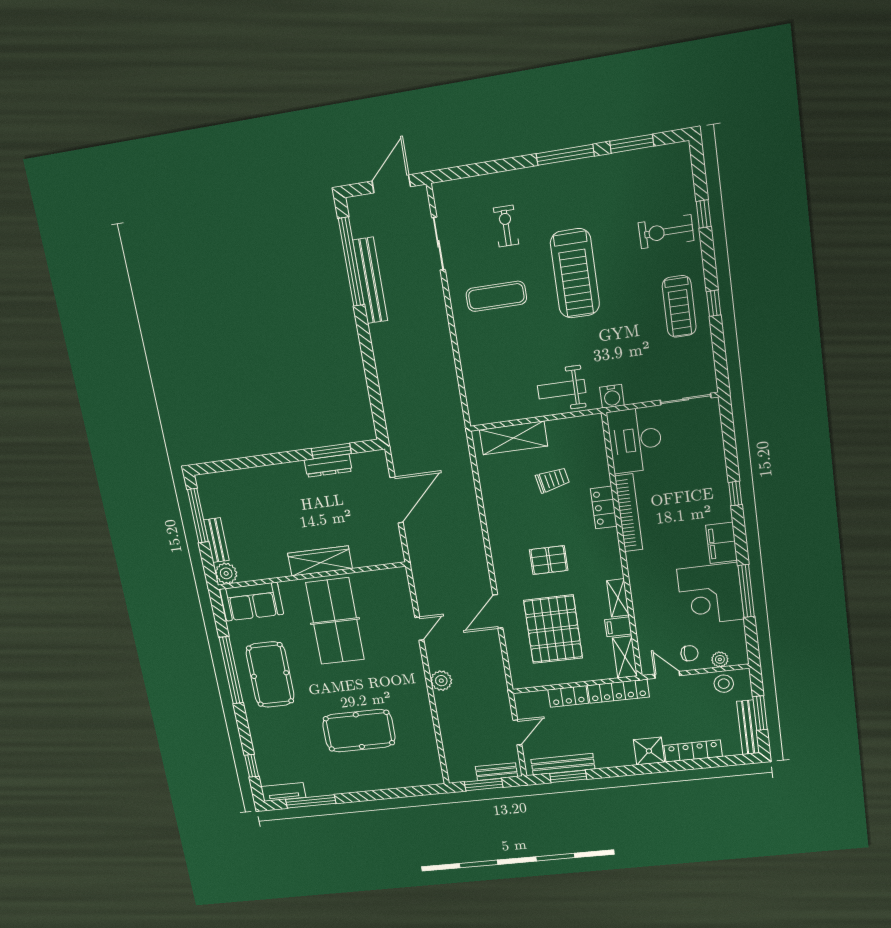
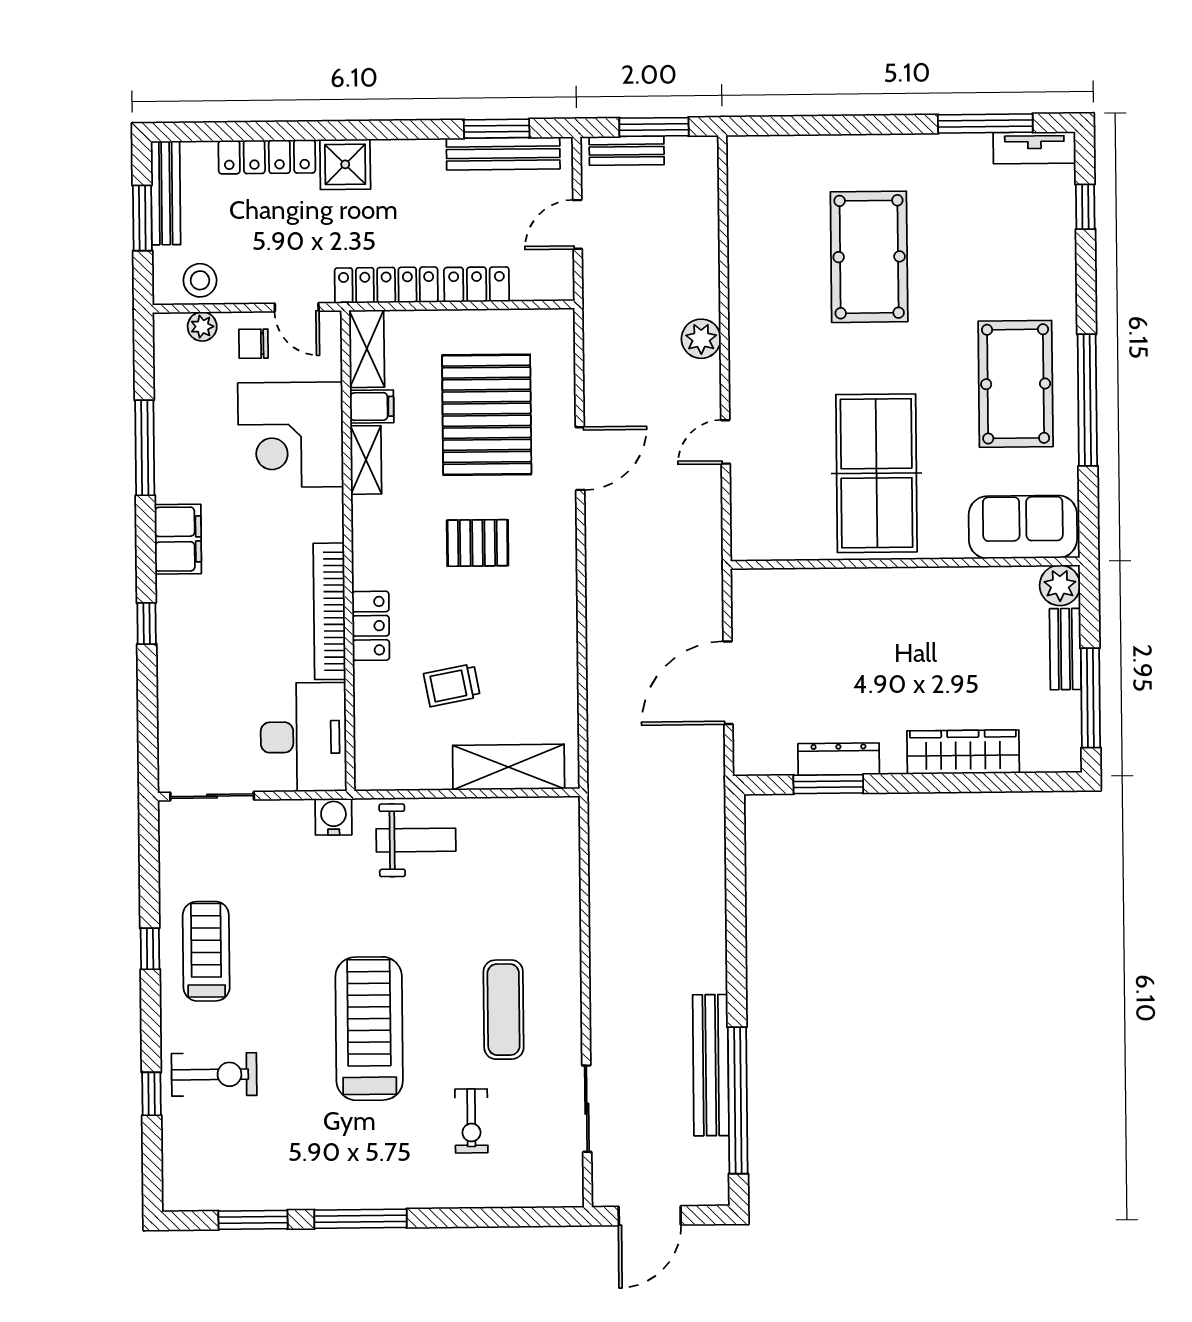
exercise mat: (496, 296) -> (504, 1010), turned 90
wardrobe: (320, 561) -> (963, 752), moved, turned 180
corner desk: (710, 594) -> (291, 435), moved, turned 180
pool table: (359, 731) -> (869, 257), turned 90

